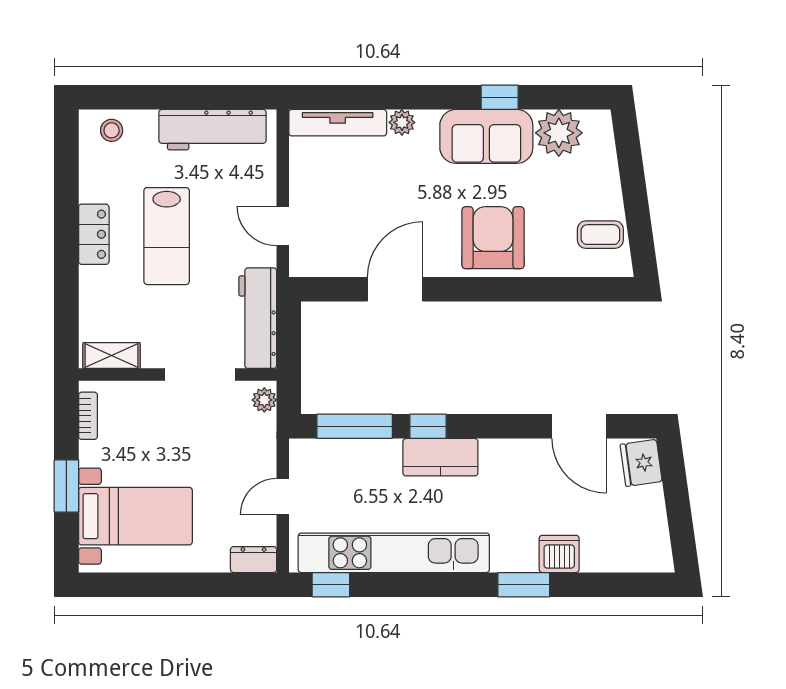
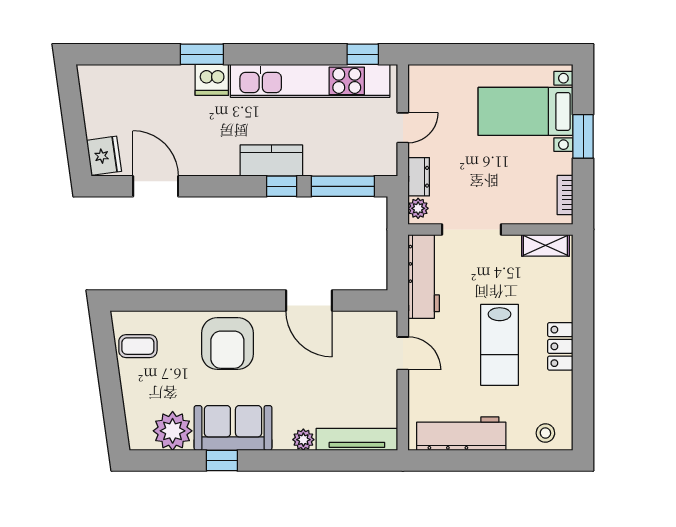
lab bench: (167, 236) -> (500, 345), turned 180
door: (395, 289) -> (309, 301), hinge flipped
dishwasher: (559, 554) -> (212, 80), moved
dresser: (254, 560) -> (419, 177), moved, turned -90

